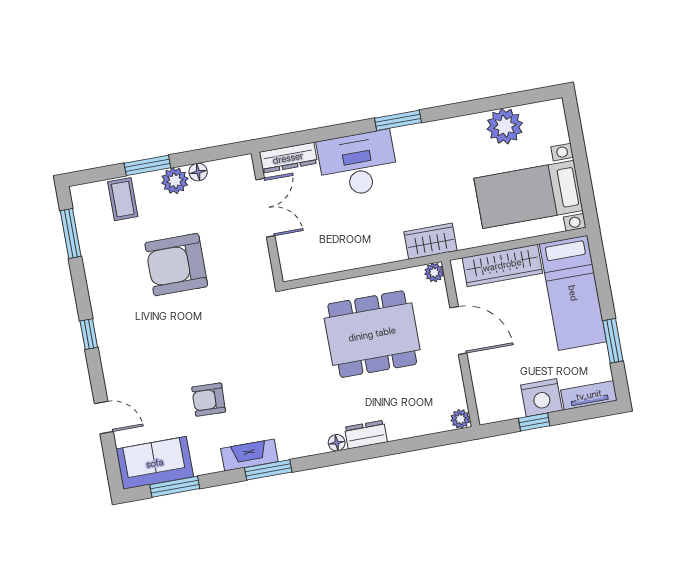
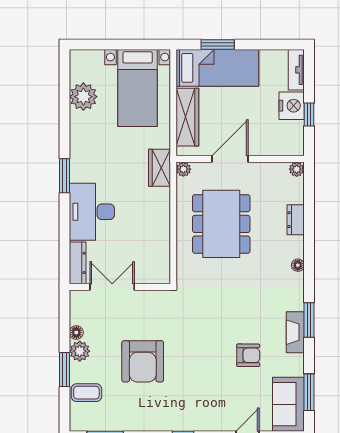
window: (613, 341) -> (218, 44), moved
armchair: (209, 400) -> (248, 355), turned -92
dresser: (366, 435) -> (296, 220), moved

